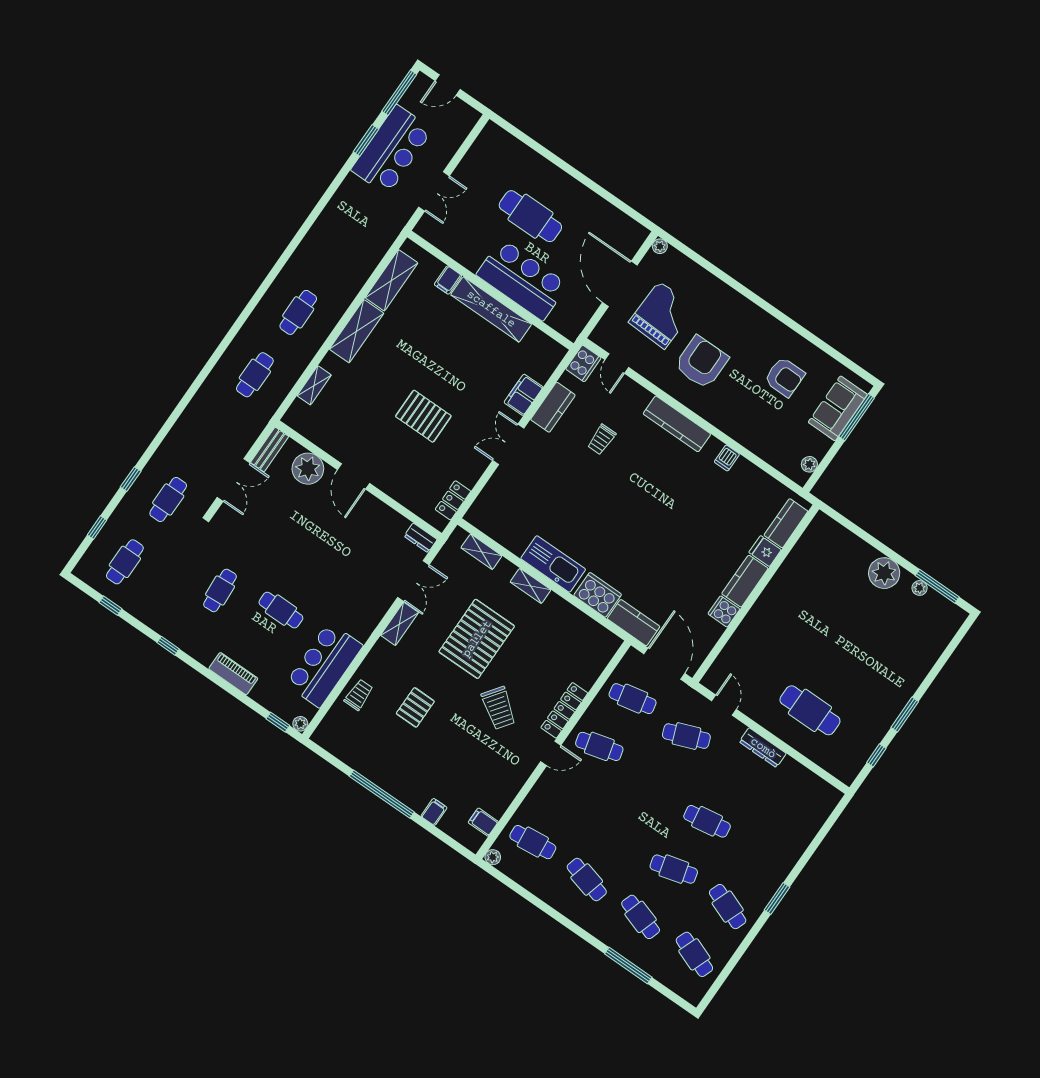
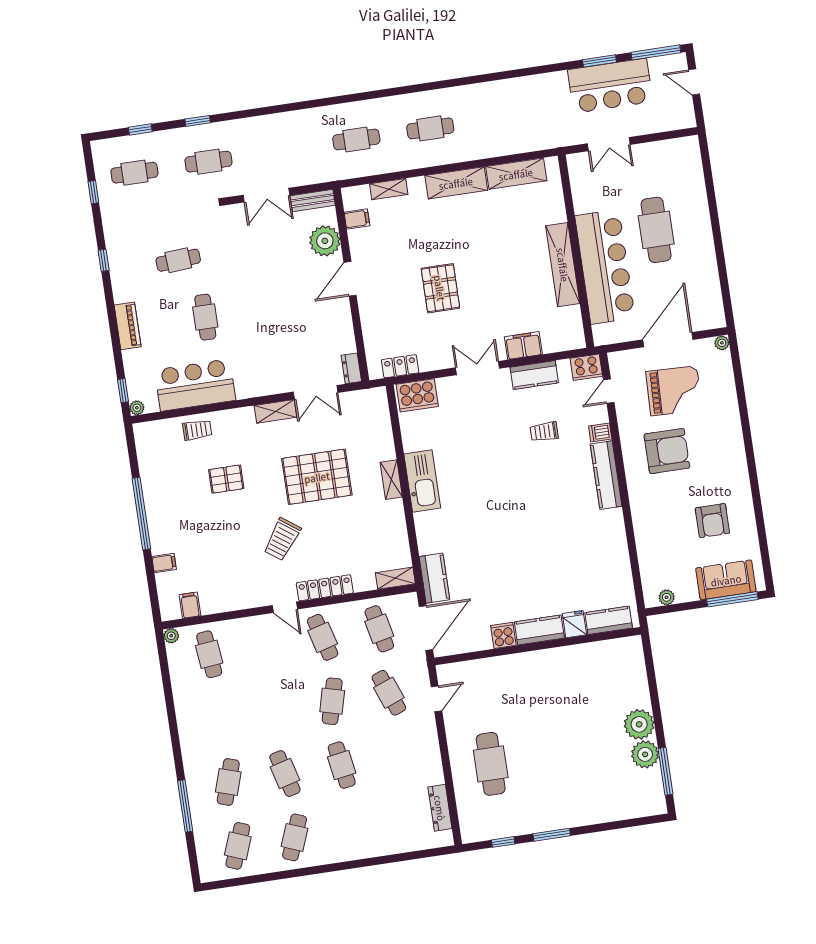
filing cabinet: (448, 280) -> (357, 219), moved, turned 180
bar counter: (522, 280) -> (605, 267), width x1.36
dishwasher: (727, 458) -> (600, 433), moved
shelving: (481, 552) -> (395, 578), moved, turned 90
plant: (920, 588) -> (645, 754), width x1.87, depth x1.87
cooker: (598, 595) -> (417, 395), moved, turned 90
dresser: (763, 748) -> (440, 808), moved
cafe table: (587, 879) -> (332, 701), moved
window: (777, 899) -> (334, 867), removed

